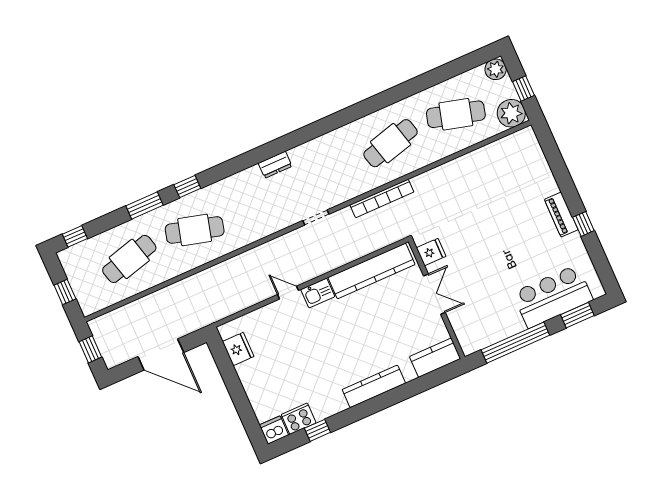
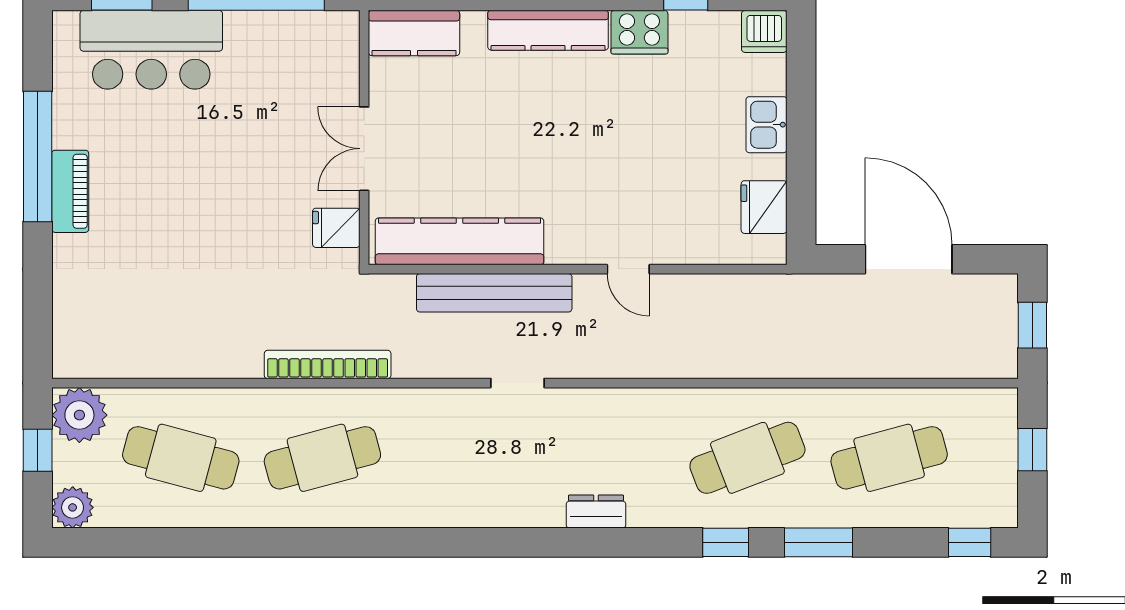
dresser: (275, 165) -> (596, 512), moved
bookcase: (382, 198) -> (328, 364), moved
window: (583, 224) -> (38, 156), width x3.17
cafe table: (195, 230) -> (747, 458), turned -36
bench: (345, 254) -> (494, 293), added
kitchen sink: (318, 293) -> (766, 125), moved, turned -90
cooker: (299, 419) -> (639, 32), moved

